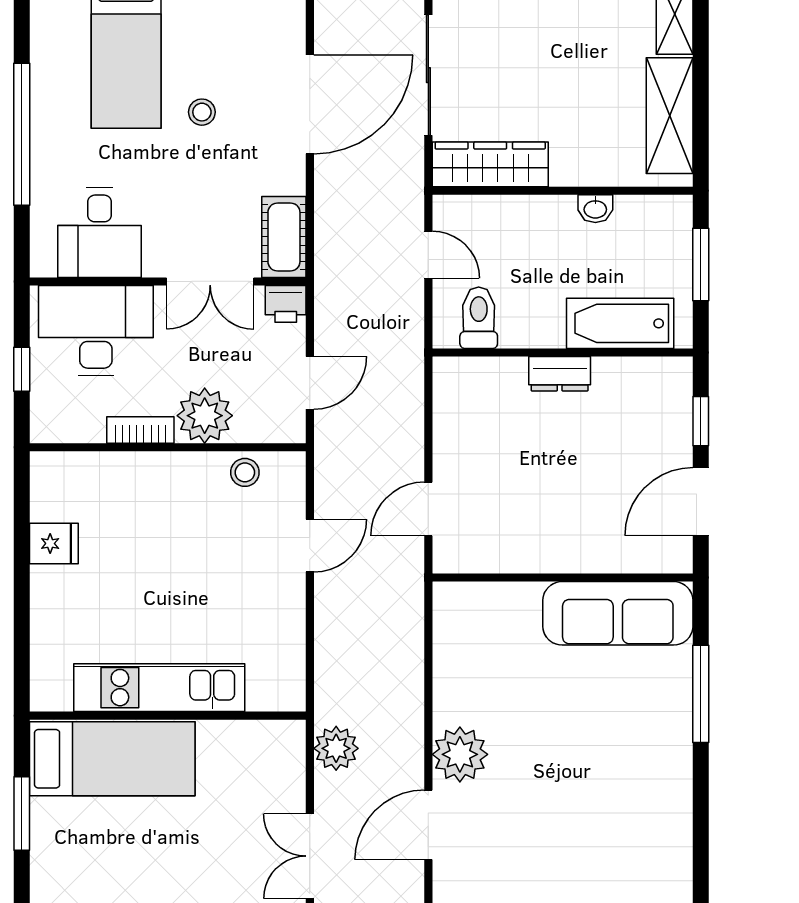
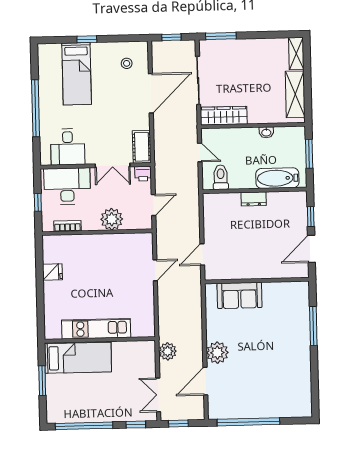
stool: (202, 112) -> (127, 63), moved
bookcase: (140, 430) -> (67, 226), moved
stool: (245, 472) -> (128, 242), removed
sofa: (618, 613) -> (240, 295), moved, width x0.73

